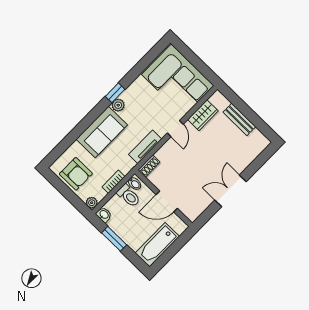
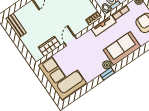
bench: (239, 119) -> (16, 26), moved
tv unit: (145, 147) -> (104, 26), moved

